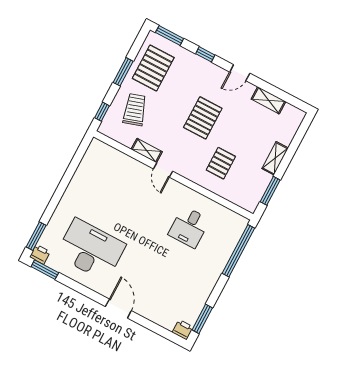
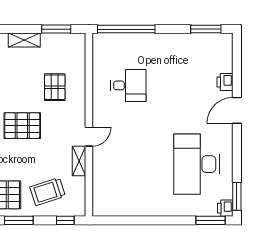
pallet: (221, 163) -> (55, 87), turned 90
printer: (183, 330) -> (225, 82), moved

